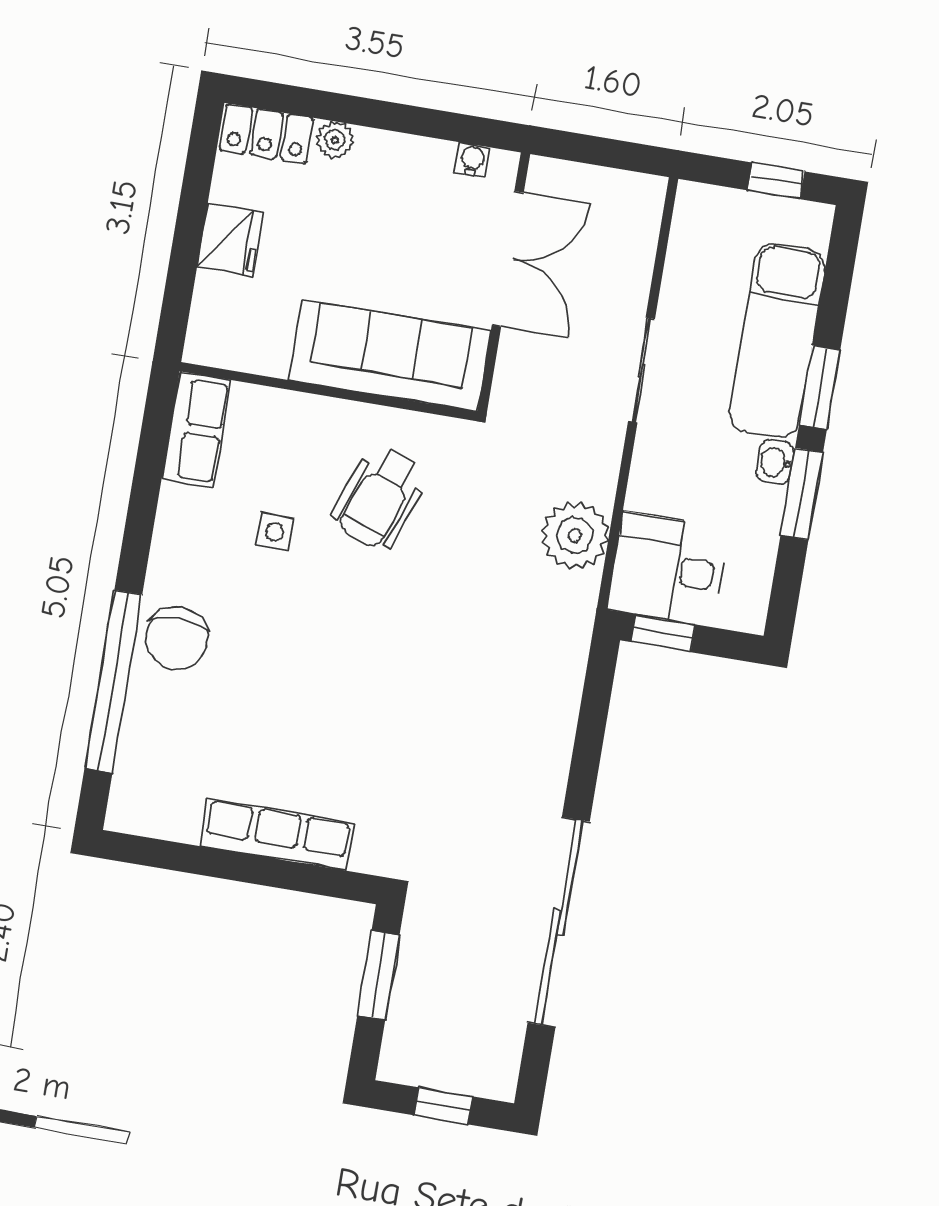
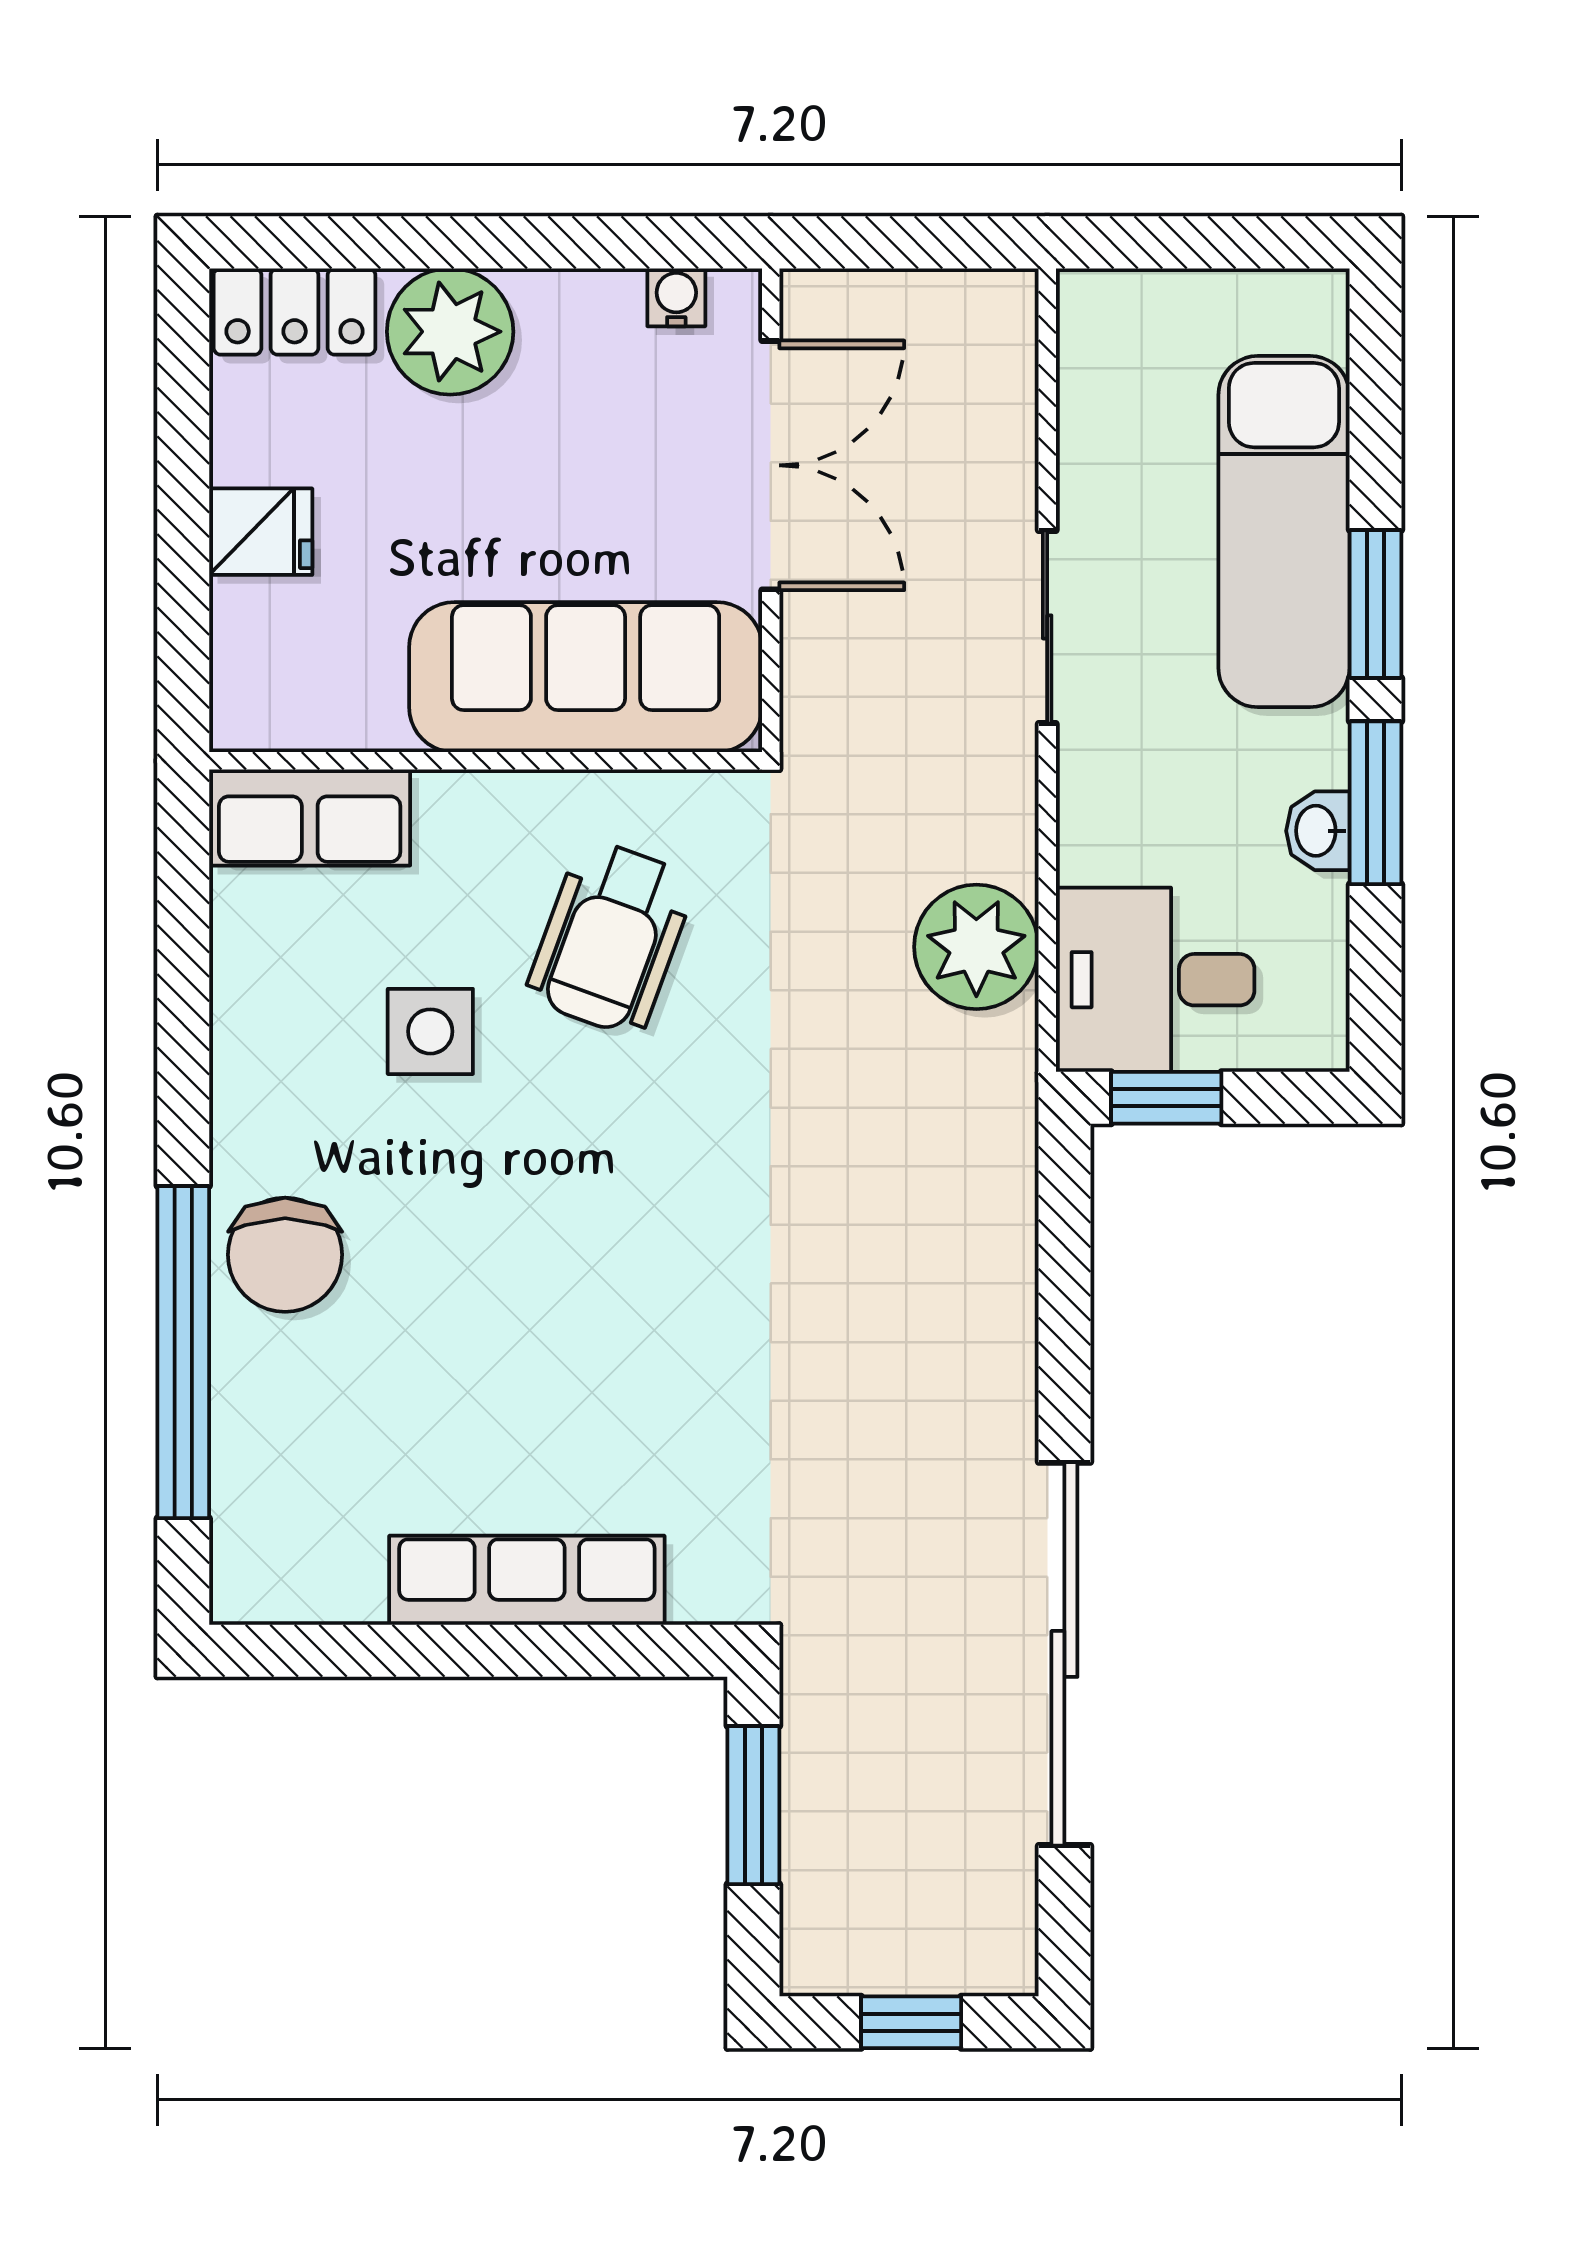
plant: (335, 140) -> (450, 332), width x1.87, depth x1.87
window: (776, 181) -> (1234, 242), removed
fridge: (230, 240) -> (261, 532), width x0.72
row of seats: (196, 430) -> (310, 818), moved, turned 90
washbasin: (775, 462) -> (1318, 831), moved
side table: (275, 532) -> (430, 1031), width x1.37, depth x1.37

